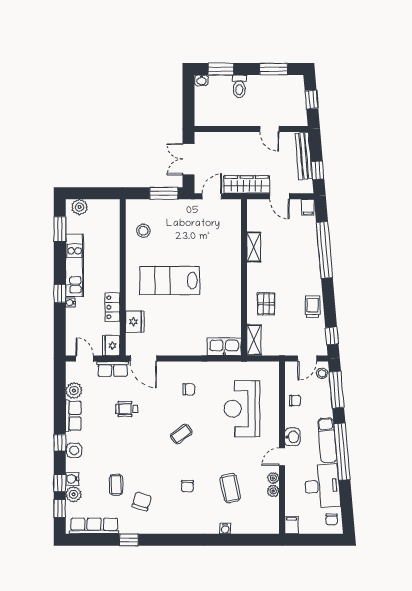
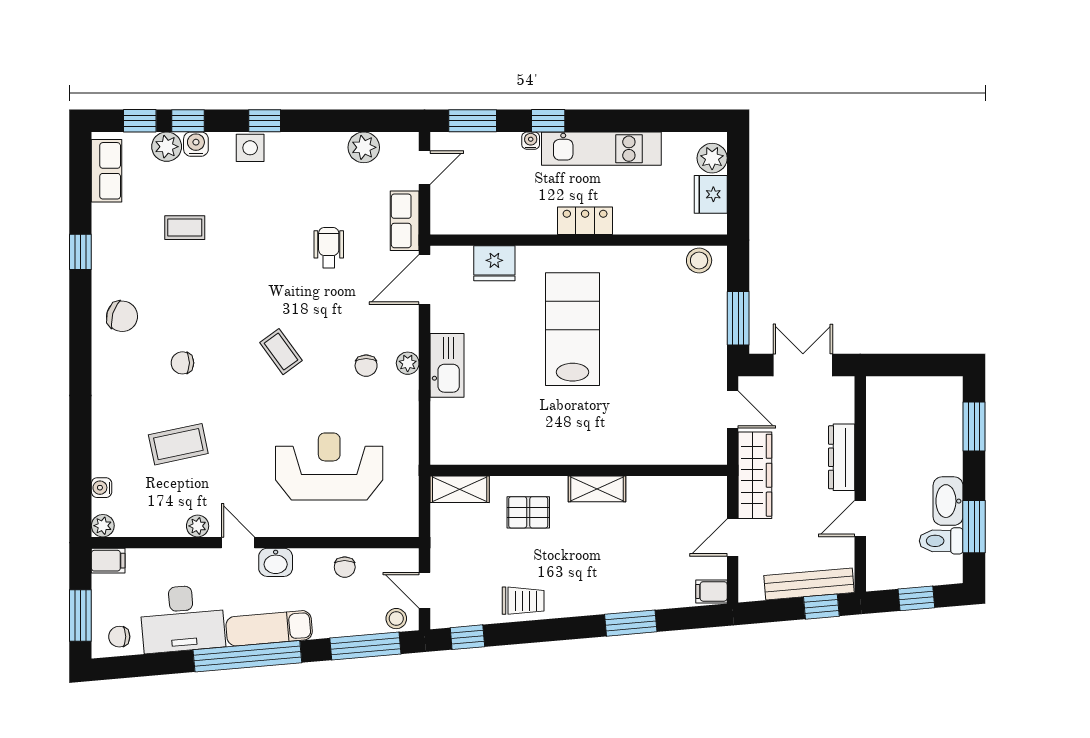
washbasin: (201, 80) -> (948, 501), moved, width x1.91, depth x1.45
toilet: (239, 86) -> (941, 541), moved
dresser: (237, 139) -> (842, 457), added
window: (318, 170) -> (821, 607), moved
window: (60, 229) -> (473, 121), moved
stool: (143, 231) -> (699, 260), moved
shelving: (254, 247) -> (597, 489), moved
window: (324, 250) -> (631, 623), width x0.47
locker: (112, 307) -> (585, 221), moved
fridge: (111, 346) -> (711, 194), moved, turned -90
kitchen sink: (224, 347) -> (447, 365), moved
plant: (188, 367) -> (408, 363), added
row of seats: (73, 416) -> (316, 146), removed
plant: (273, 491) -> (103, 526), moved
chair: (142, 501) -> (122, 316), moved
row of seats: (94, 526) -> (106, 171), width x0.68
water cooler: (225, 529) -> (102, 488), moved
window: (320, 540) -> (80, 616), added

